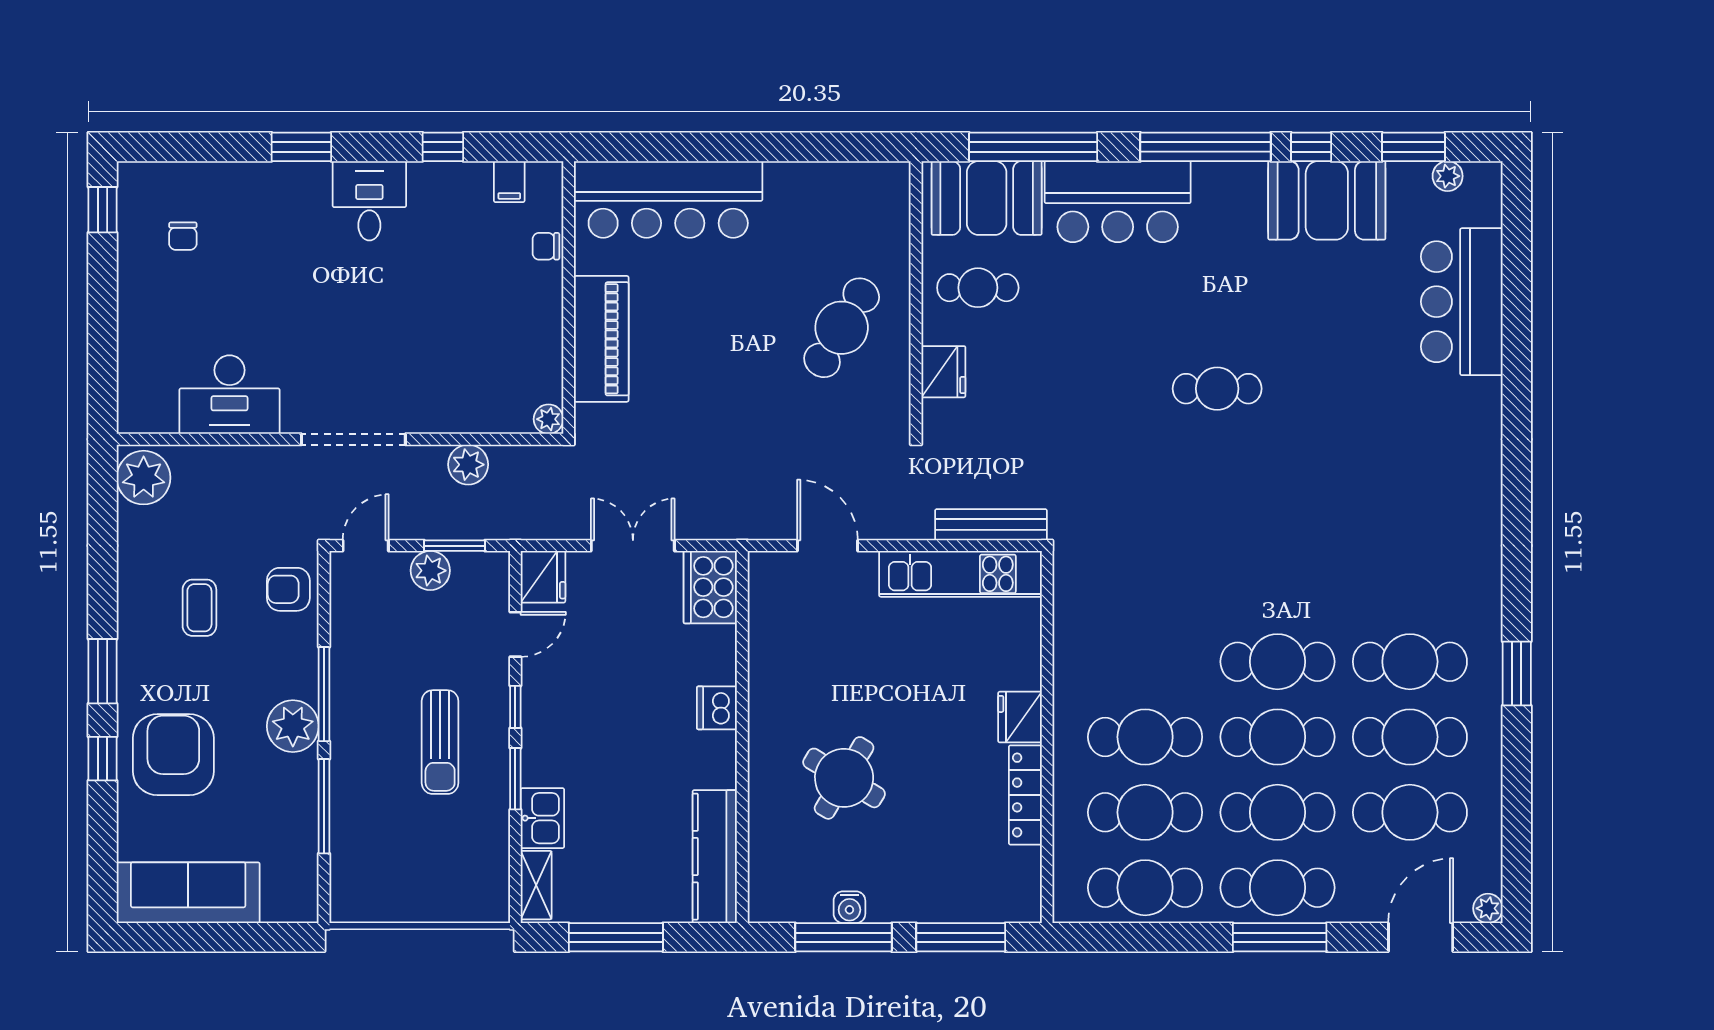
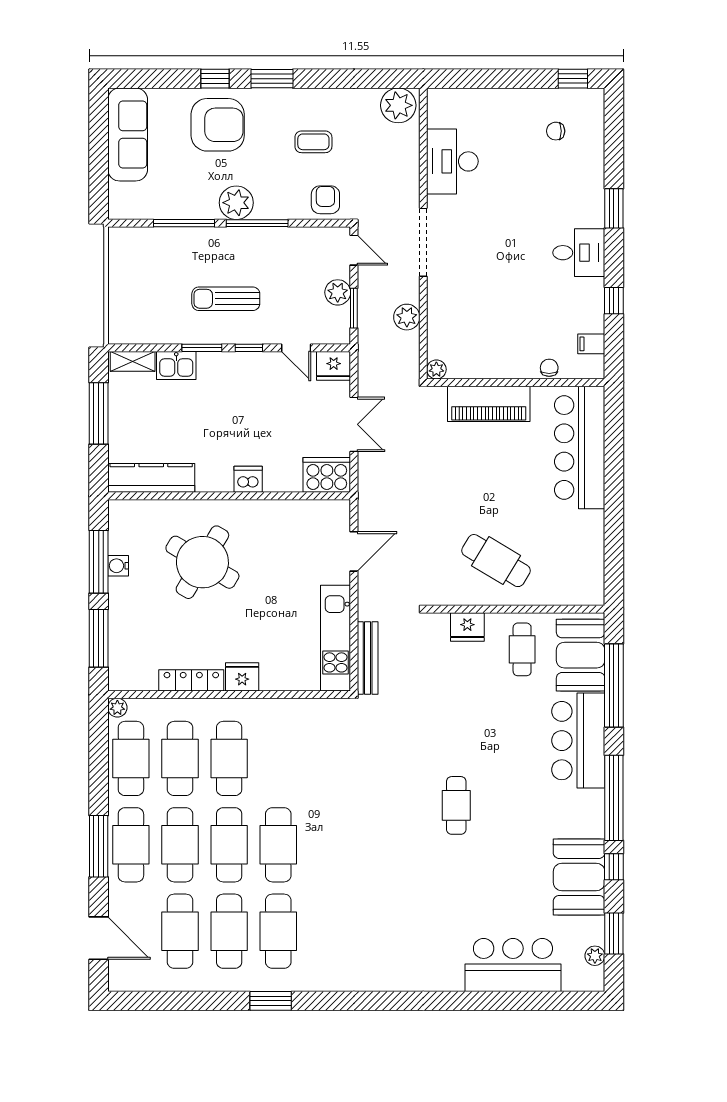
round table: (844, 778) -> (202, 562), width x1.36, depth x1.36
plant: (1488, 908) -> (117, 708), moved

